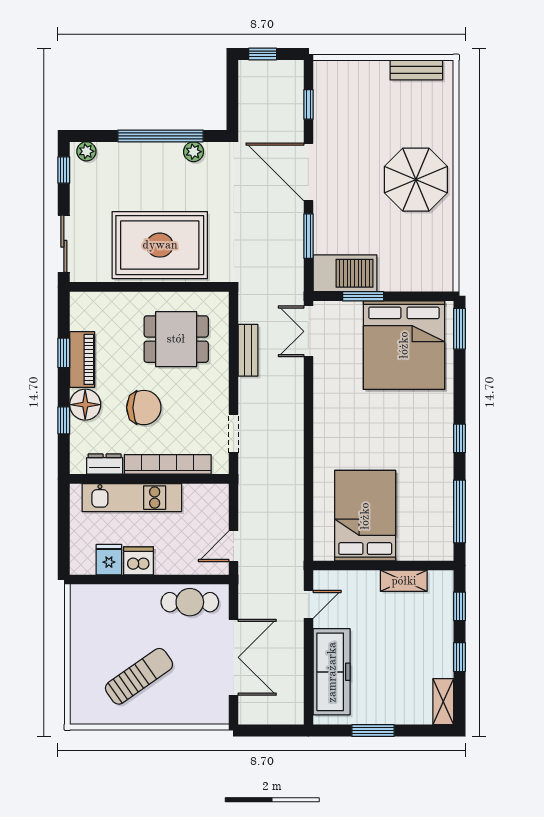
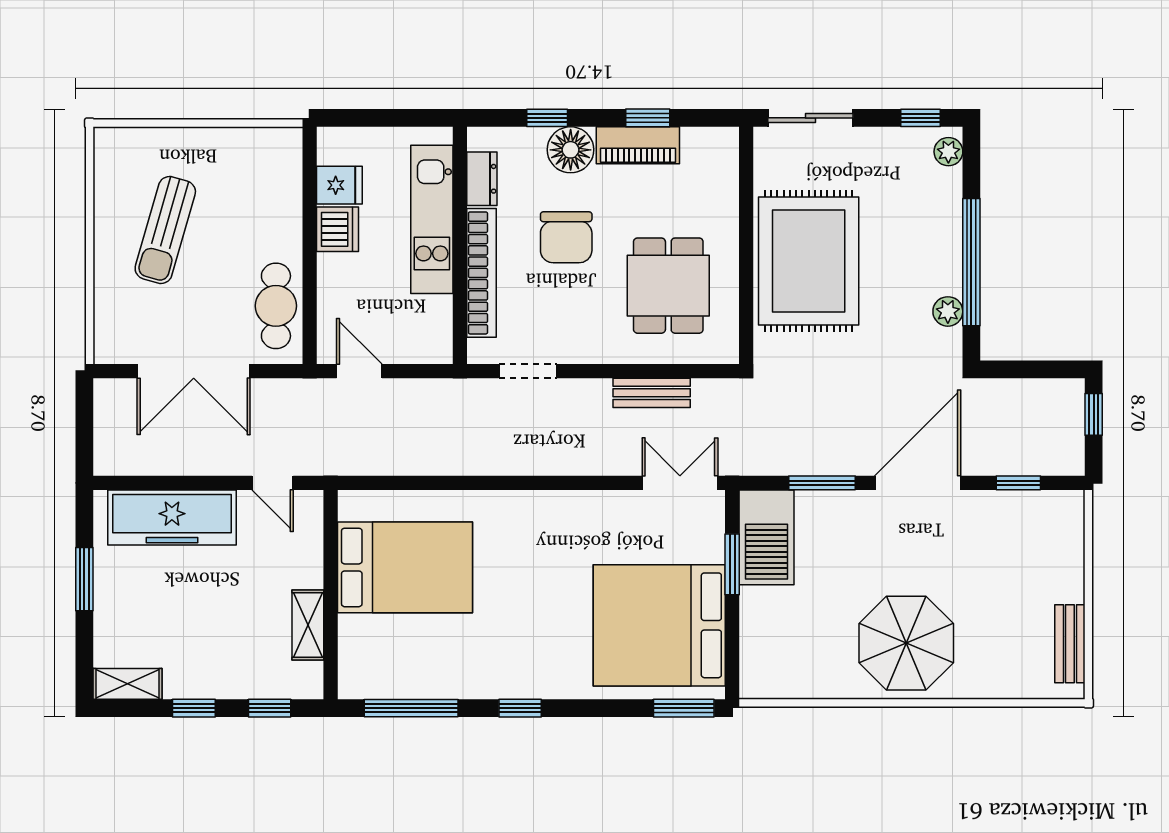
sun lounger: (139, 676) -> (165, 230), turned 51

